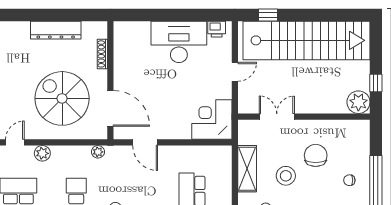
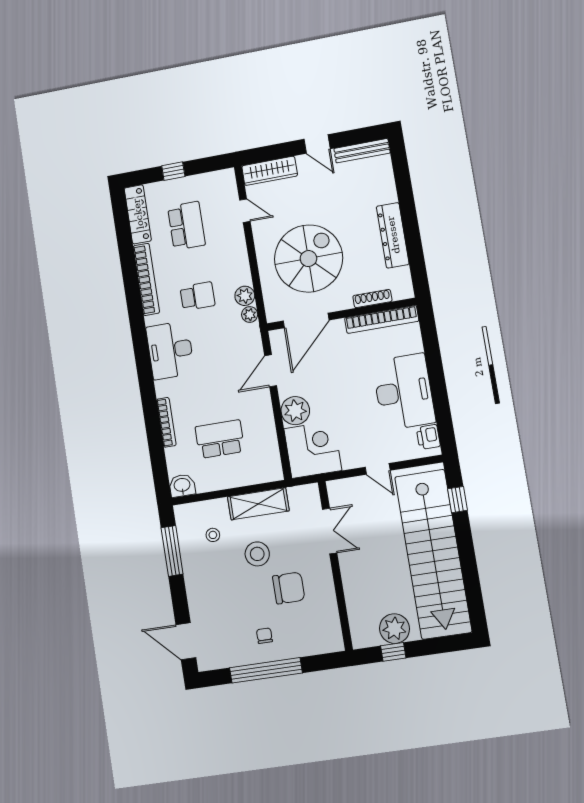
bookcase: (120, 50) -> (382, 319), added
plant: (358, 102) -> (394, 629), moved
plant: (180, 128) -> (295, 411), added
plant: (42, 153) -> (245, 296), moved

